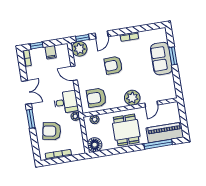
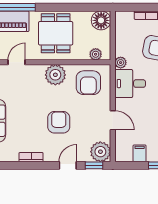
armchair: (113, 65) -> (59, 122), turned -88
armchair: (96, 98) -> (88, 83), turned 90
plant: (132, 98) -> (55, 75), moved

